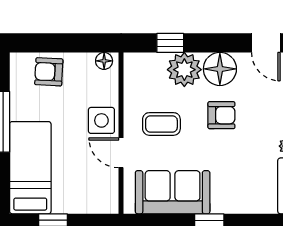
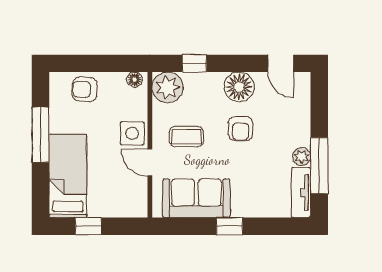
plant: (184, 70) -> (167, 87), moved
armchair: (221, 115) -> (241, 129), turned 90

